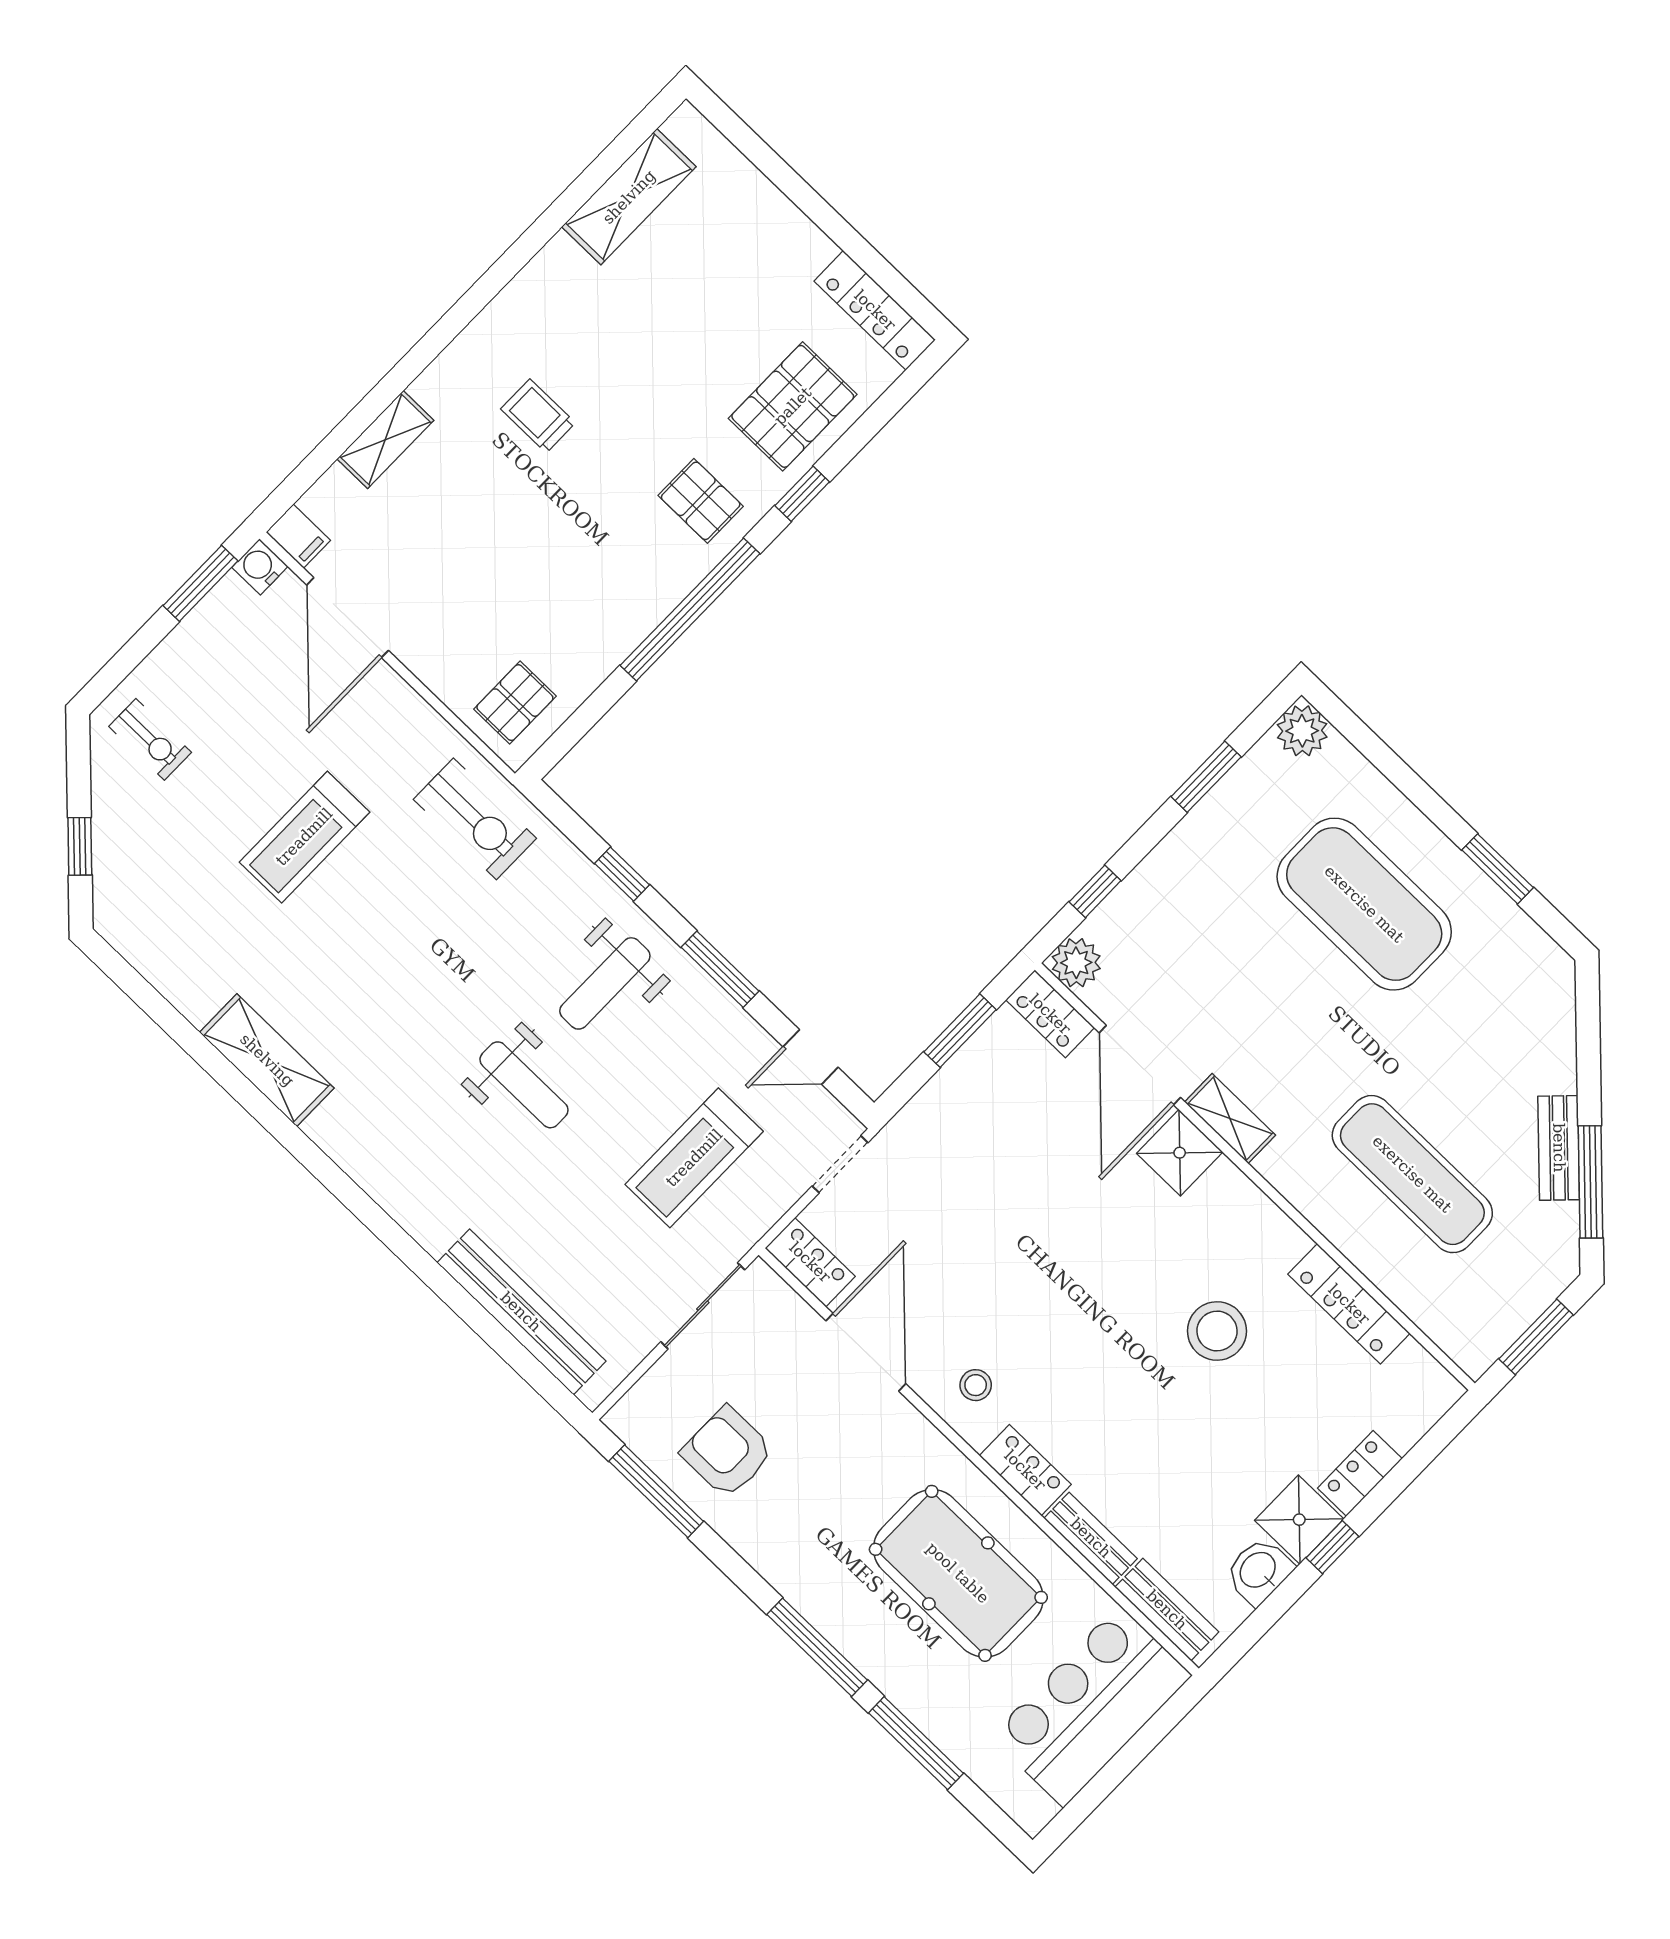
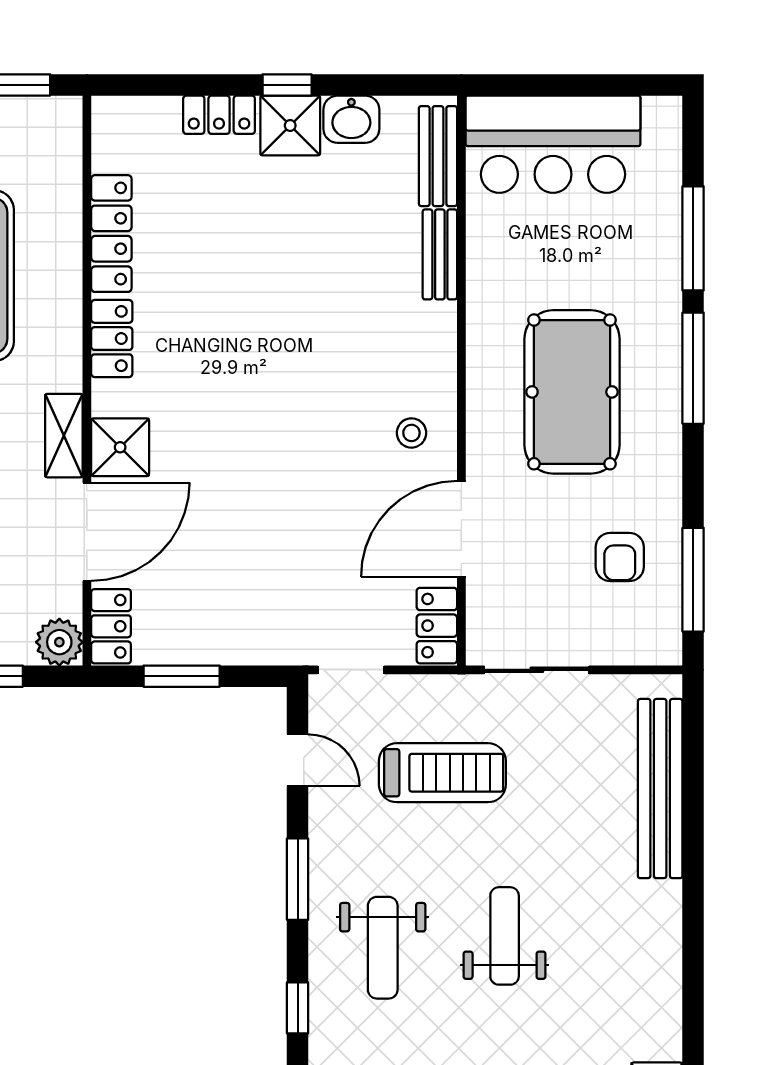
weight bench: (605, 983) -> (383, 948), turned 90
stool: (1217, 1331) -> (216, 305), removed
armchair: (727, 1452) -> (620, 557), width x0.72, depth x0.72
locker: (1025, 1470) -> (112, 339), moved, turned 180
pool table: (958, 1573) -> (572, 392), moved

